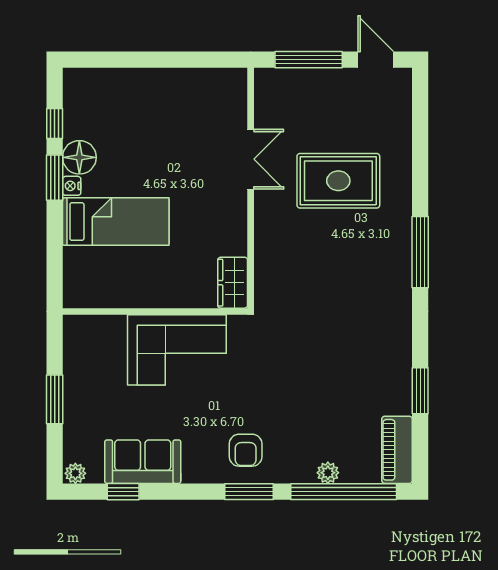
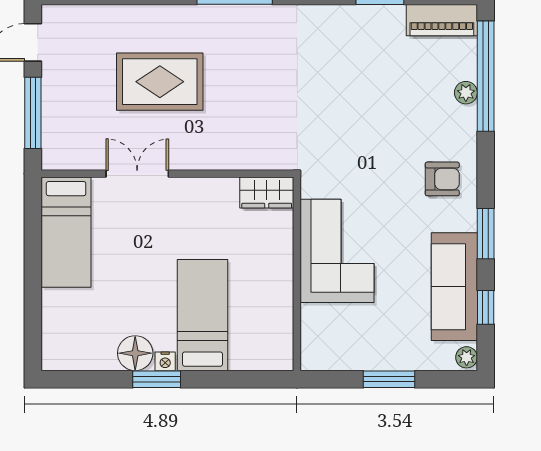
bed: (195, 91) -> (66, 232), added
window: (55, 124) -> (100, 379), removed
rug: (338, 181) -> (160, 82), turned 90
sofa: (143, 462) -> (454, 287), width x1.36
window: (249, 492) -> (486, 234), moved

